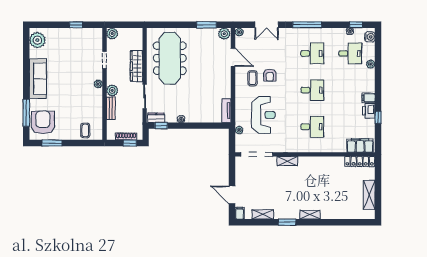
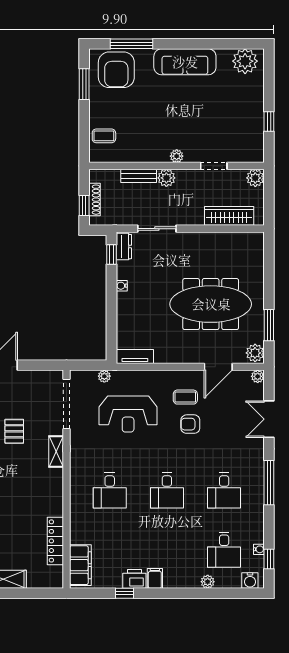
meeting table: (170, 58) -> (211, 304), moved
wardrobe: (136, 66) -> (229, 216), moved
armchair: (43, 123) -> (116, 70), turned 90
locker: (360, 162) -> (55, 541), moved
pallet: (274, 188) -> (14, 431), added

